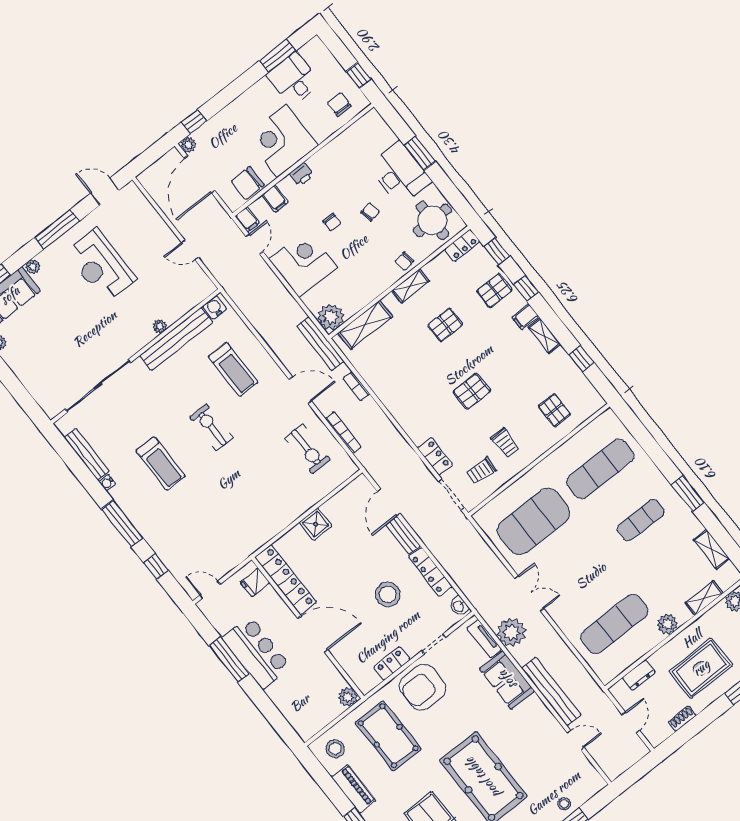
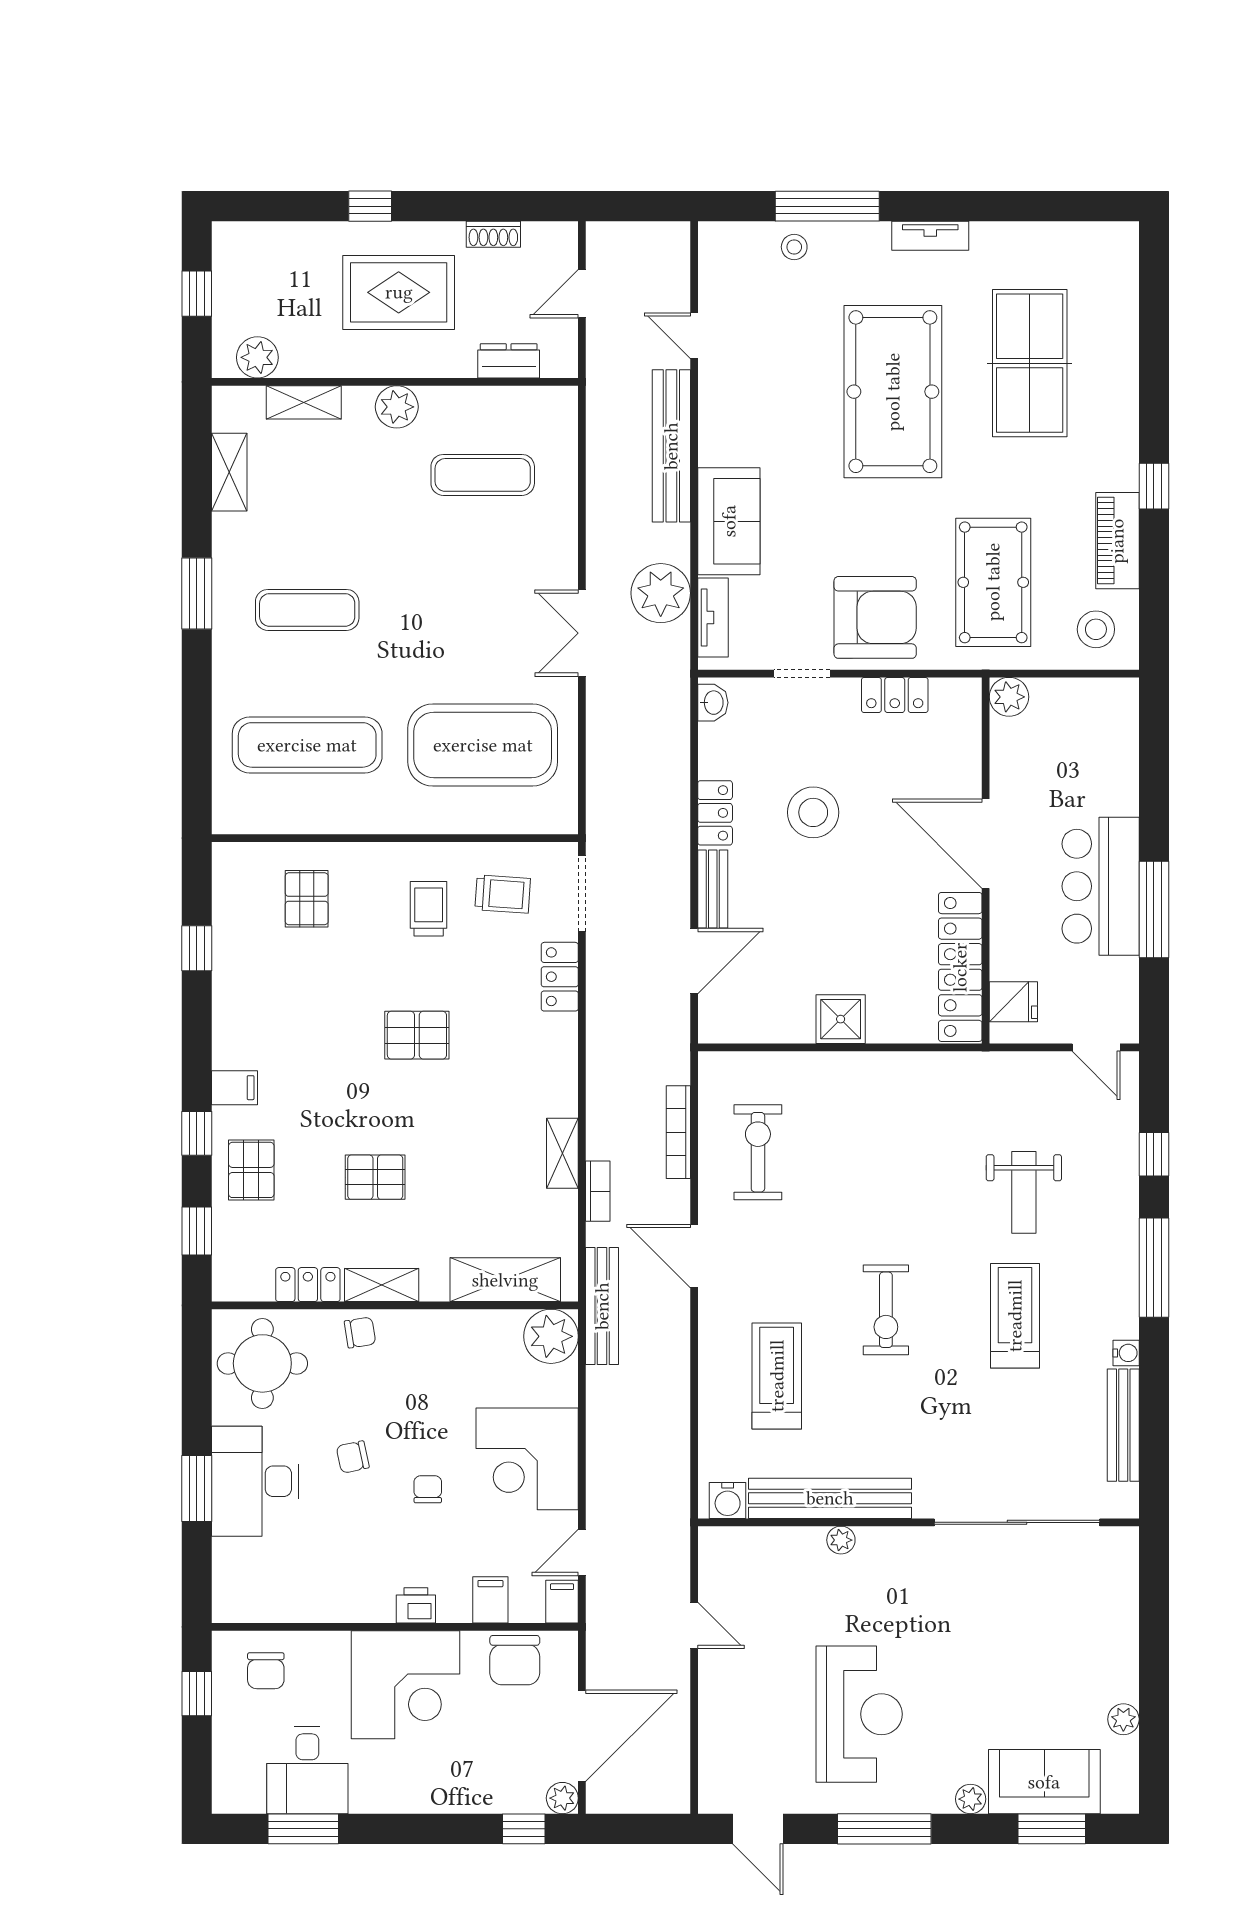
chair: (248, 183) -> (515, 1660), turned 90
locker: (462, 245) -> (308, 1285), moved
pallet: (494, 291) -> (251, 1170), turned 90
shelving: (545, 336) -> (562, 1153), moved
weight bench: (194, 513) -> (1024, 1192), added
locker: (430, 572) -> (715, 813), width x0.66
exercise mat: (614, 624) -> (483, 475), width x0.73, depth x0.69

